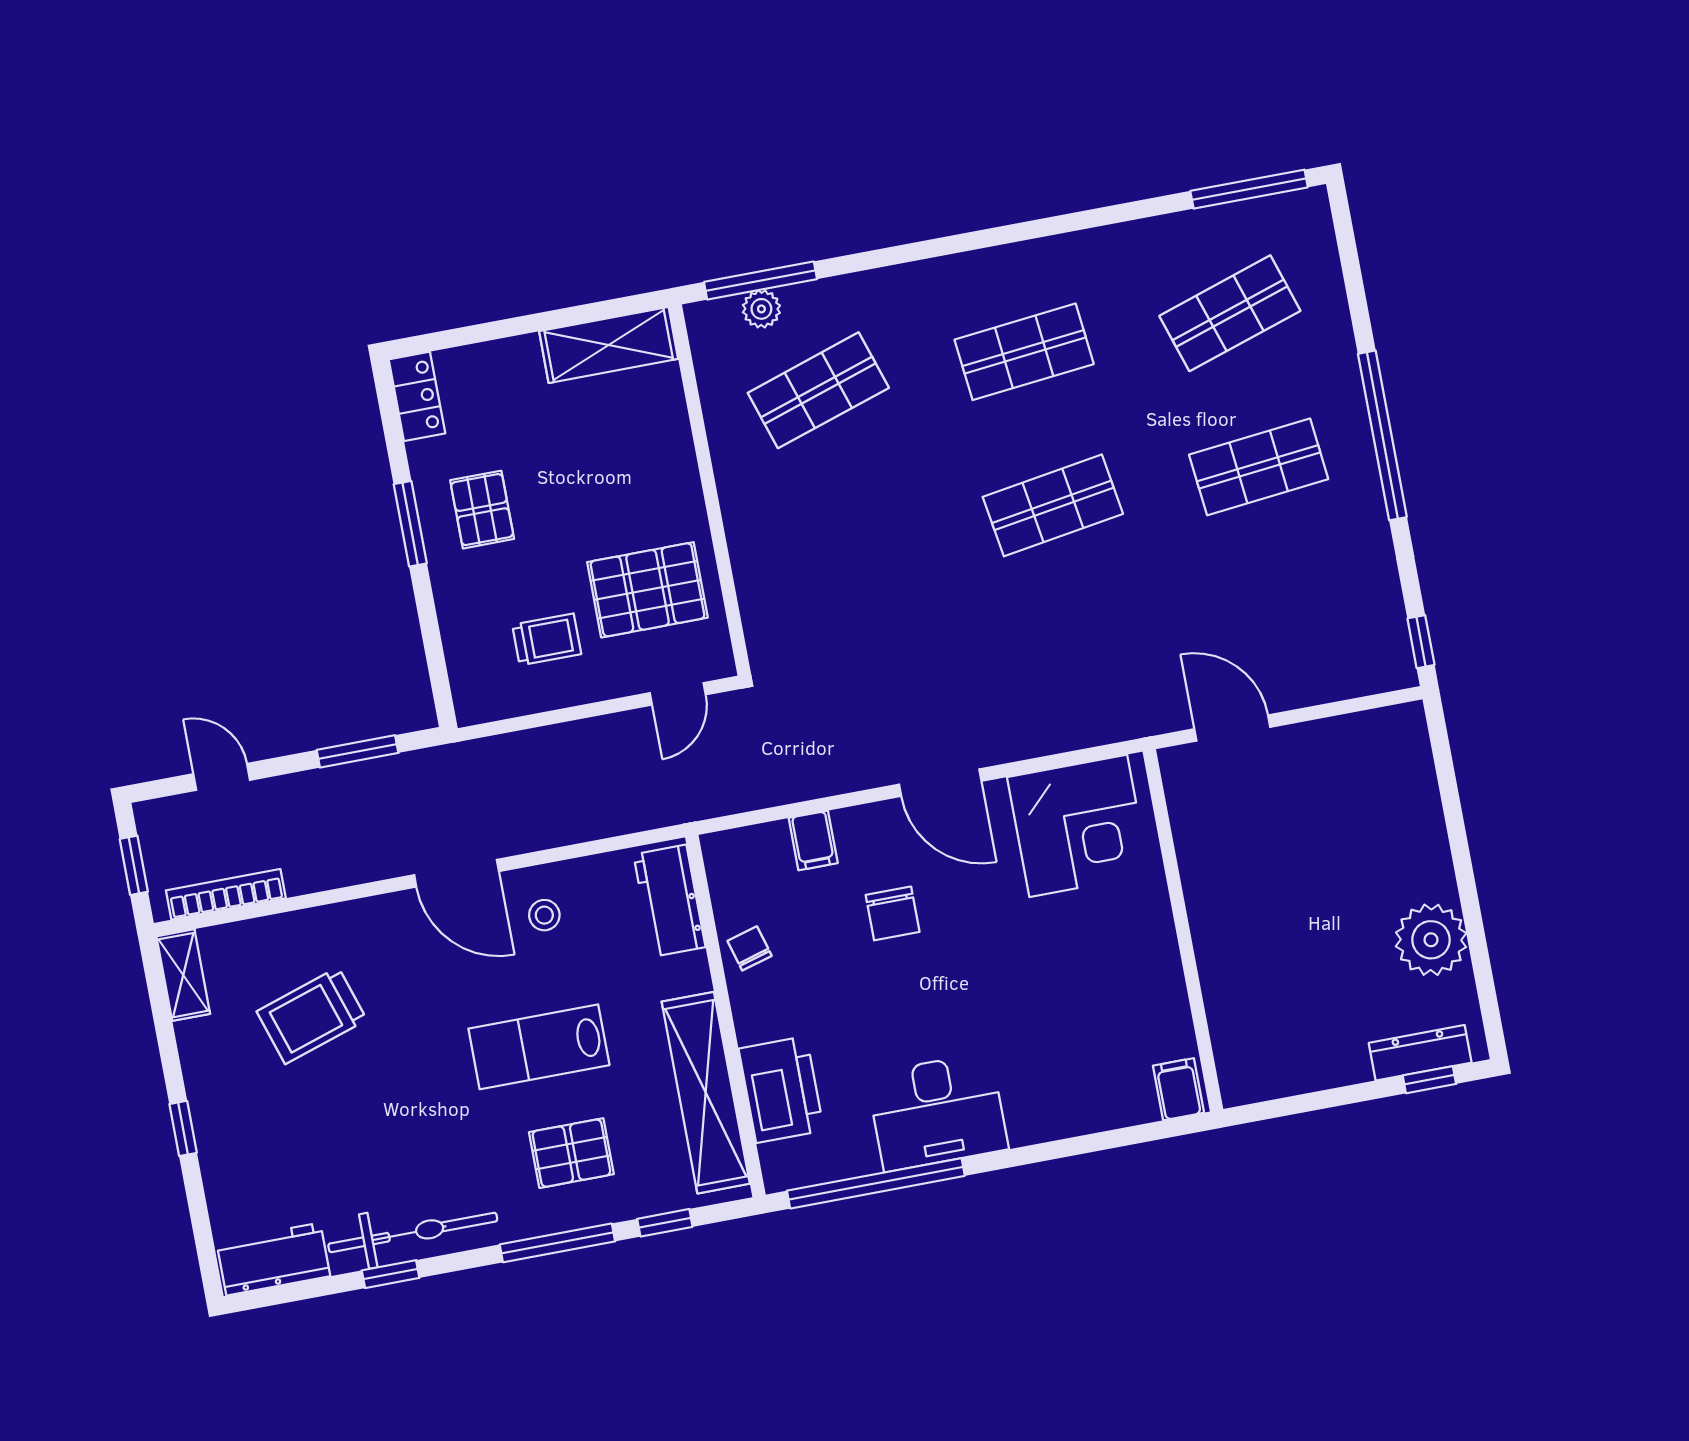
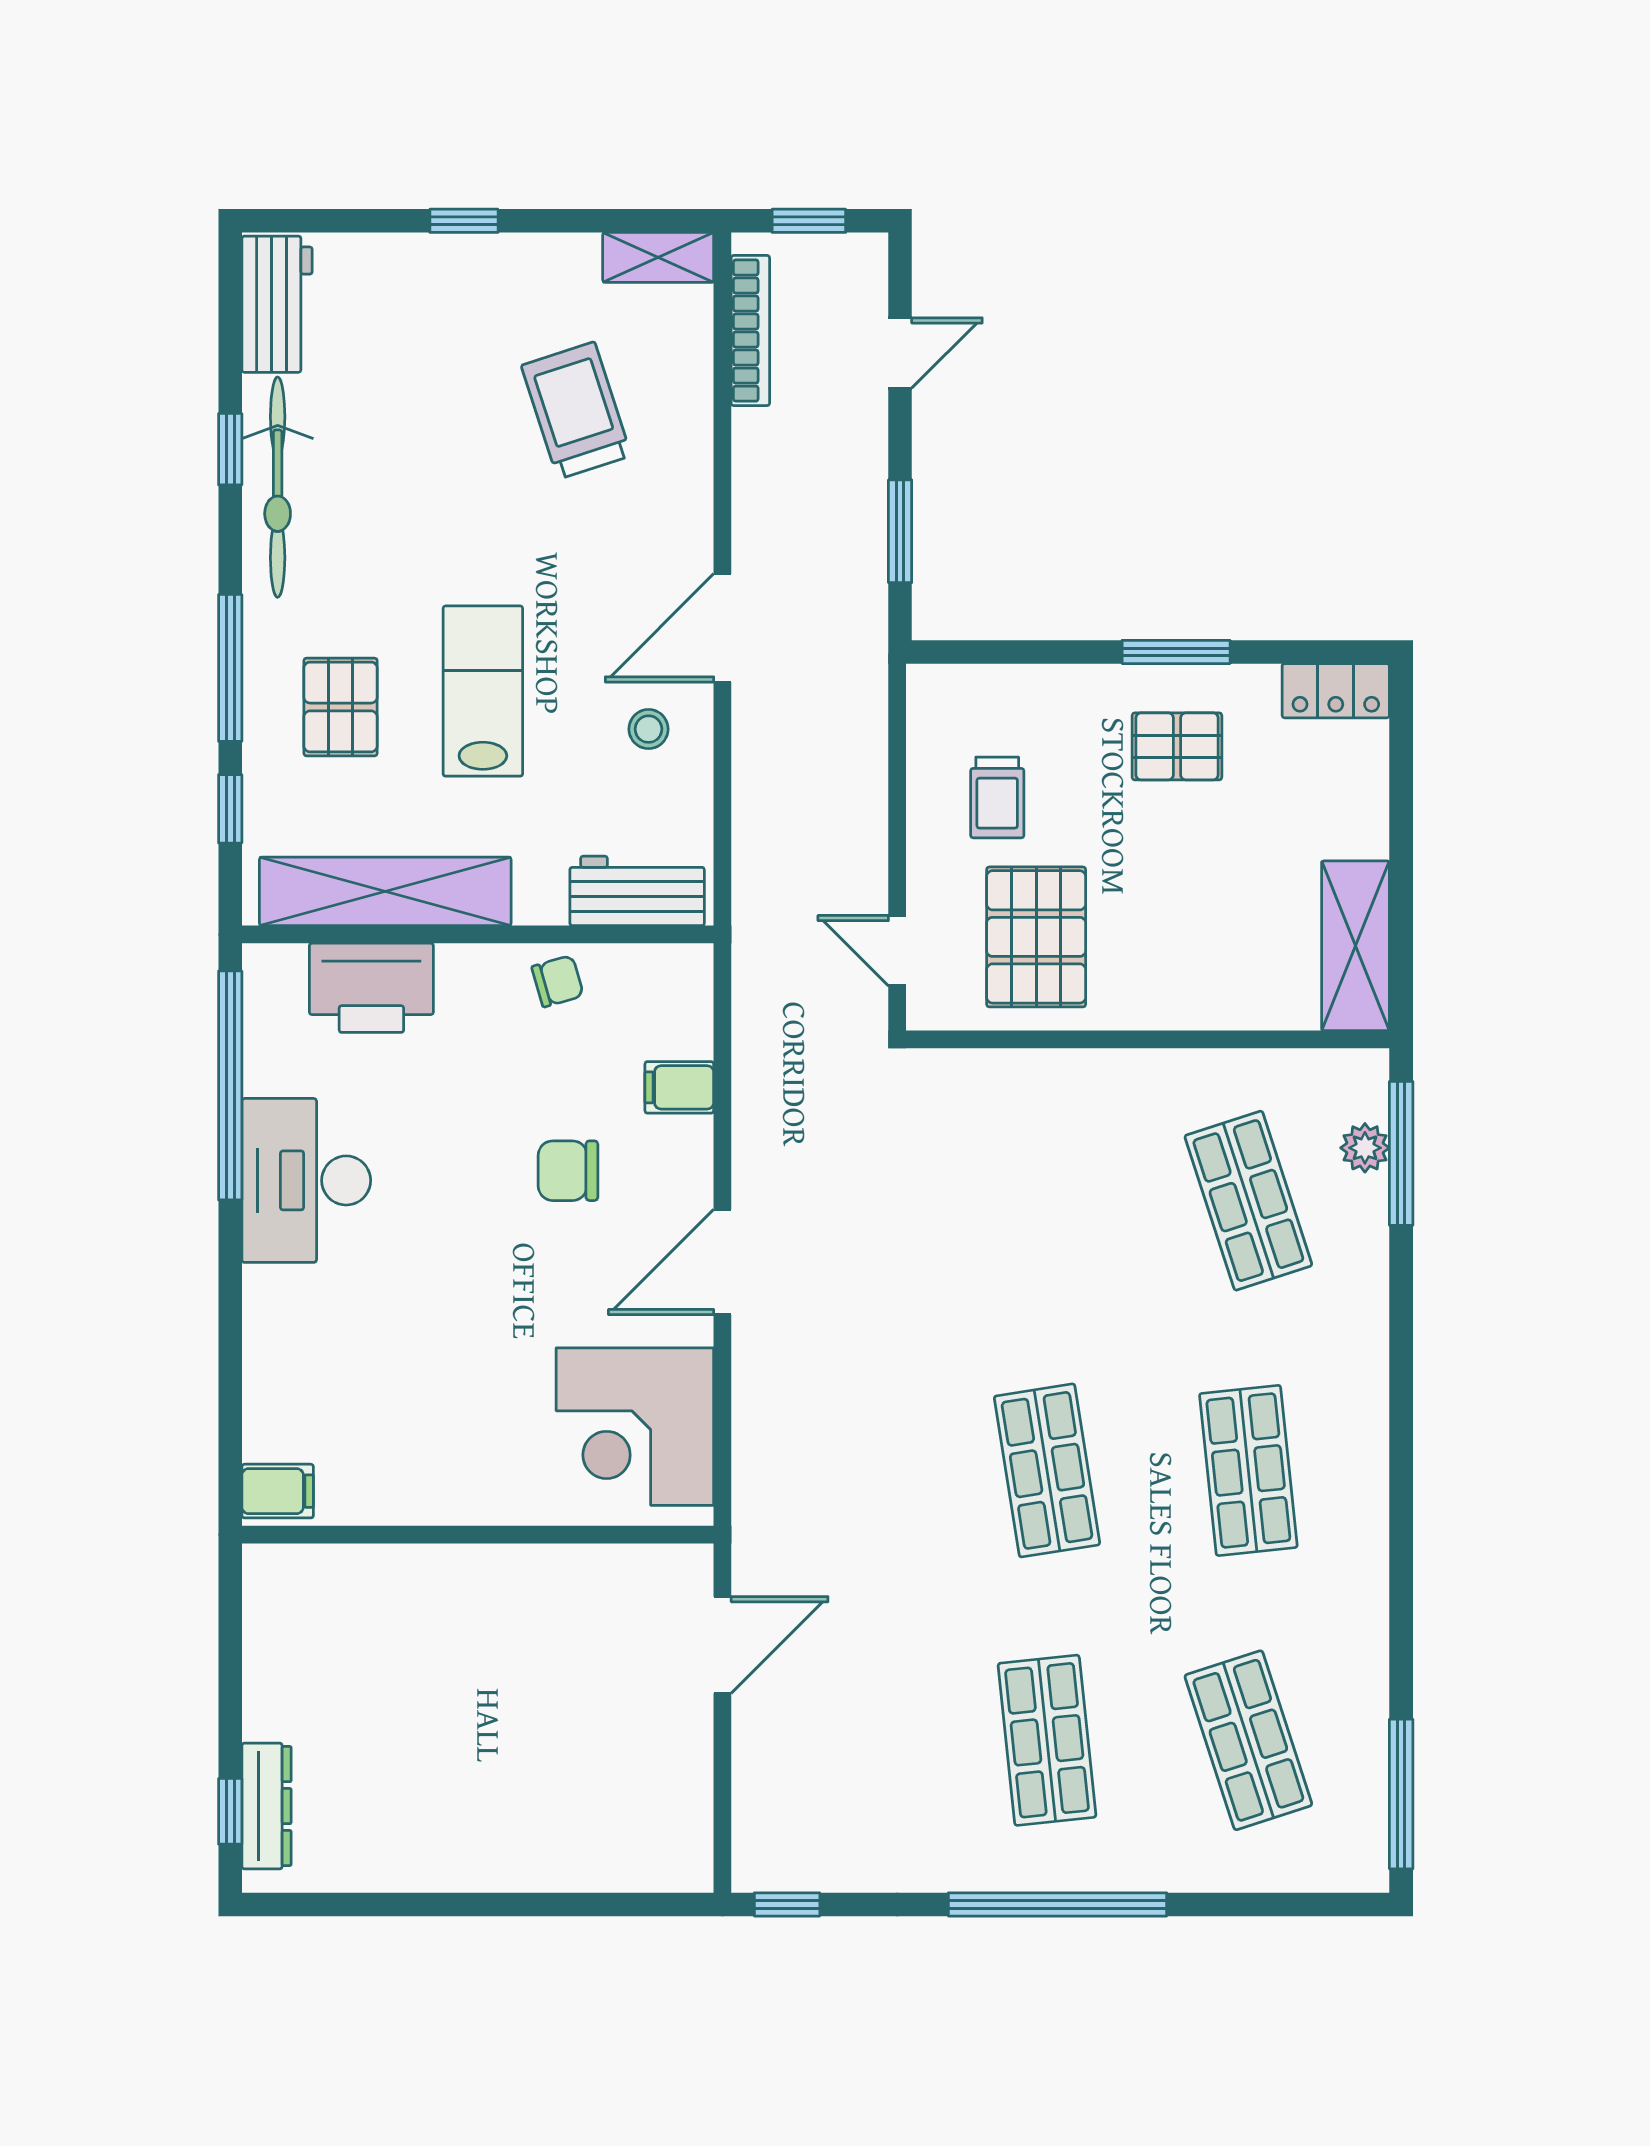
plant: (1431, 940) -> (407, 1847), removed

